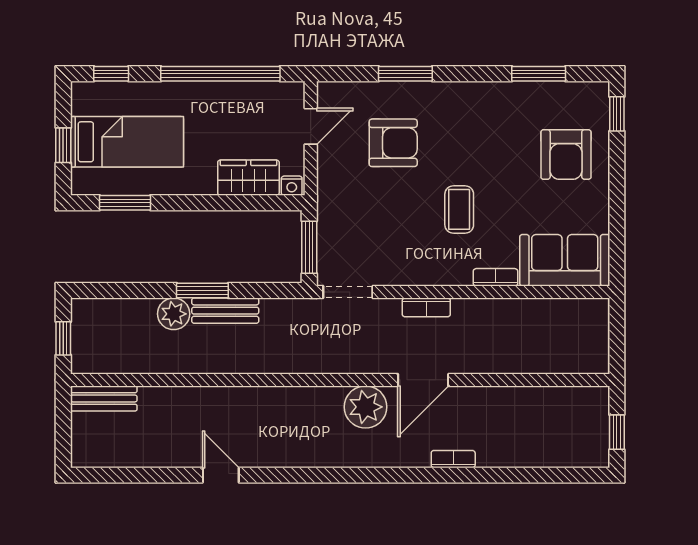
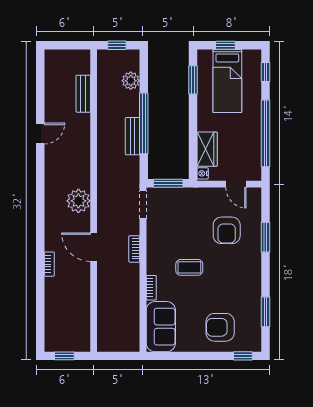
window: (202, 291) -> (144, 123), width x2.11
plant: (174, 314) -> (131, 81), moved
bench: (104, 398) -> (83, 94), moved
plant: (366, 407) -> (78, 201), moved

